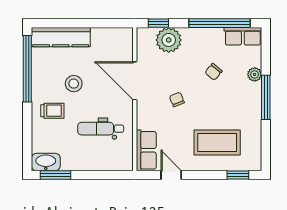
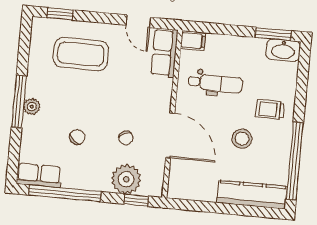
plant: (255, 74) -> (32, 107), moved
chair: (177, 99) -> (126, 138), moved
filing cabinet: (123, 163) -> (193, 41), added

